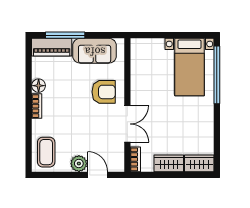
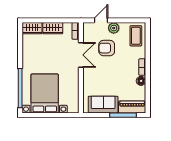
bed with nightstands: (189, 67) -> (45, 93), width x1.36
armchair: (104, 92) -> (107, 48), moved
double door: (127, 124) -> (81, 55), swing flipped
door: (98, 175) -> (101, 20), swing flipped

